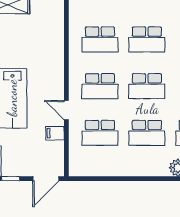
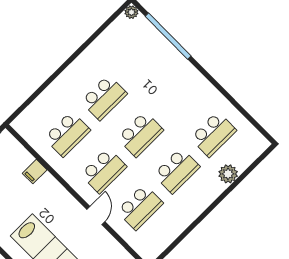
door: (66, 110) -> (96, 216), swing flipped
filing cabinet: (55, 133) -> (35, 172), moved

